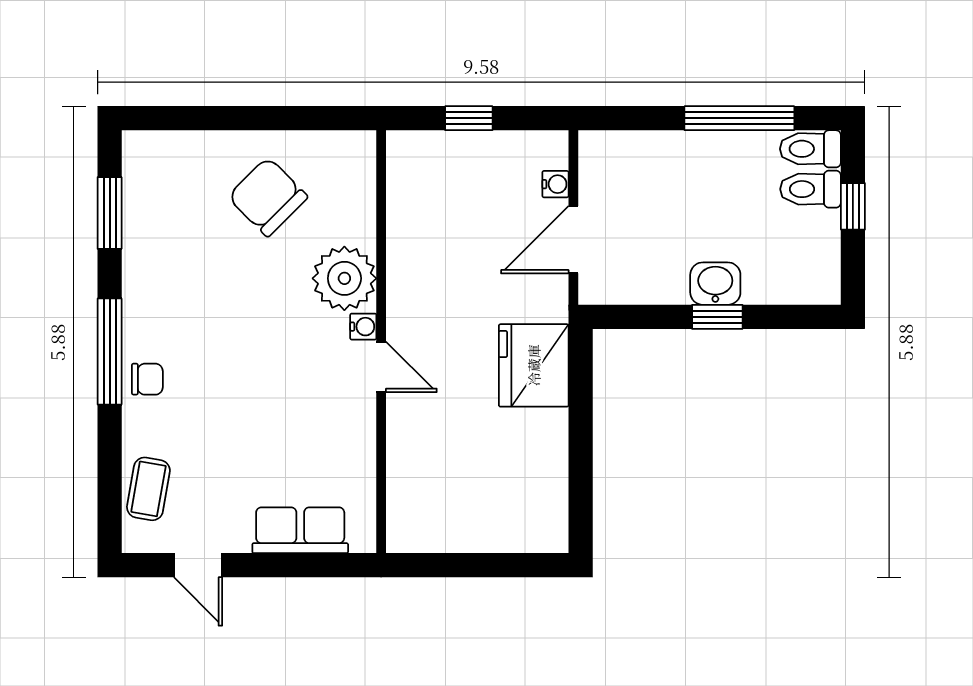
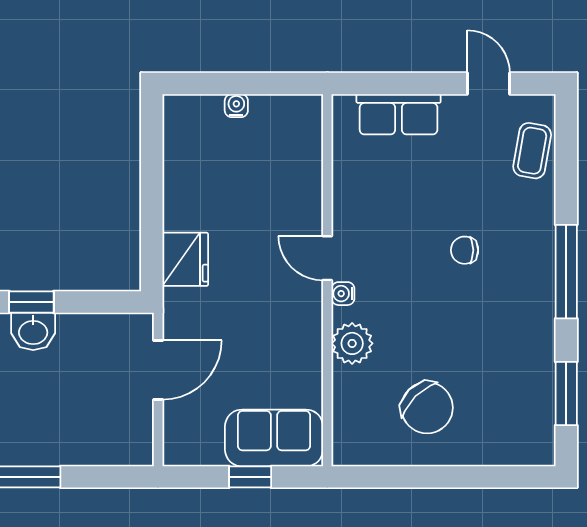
sofa: (442, 162) -> (274, 438), added
water cooler: (555, 184) -> (236, 106), moved, turned 90
plant: (344, 278) -> (352, 343), width x0.73, depth x0.73
fridge: (534, 365) -> (185, 259), width x0.73, depth x0.75
chair: (147, 379) -> (465, 250), moved

